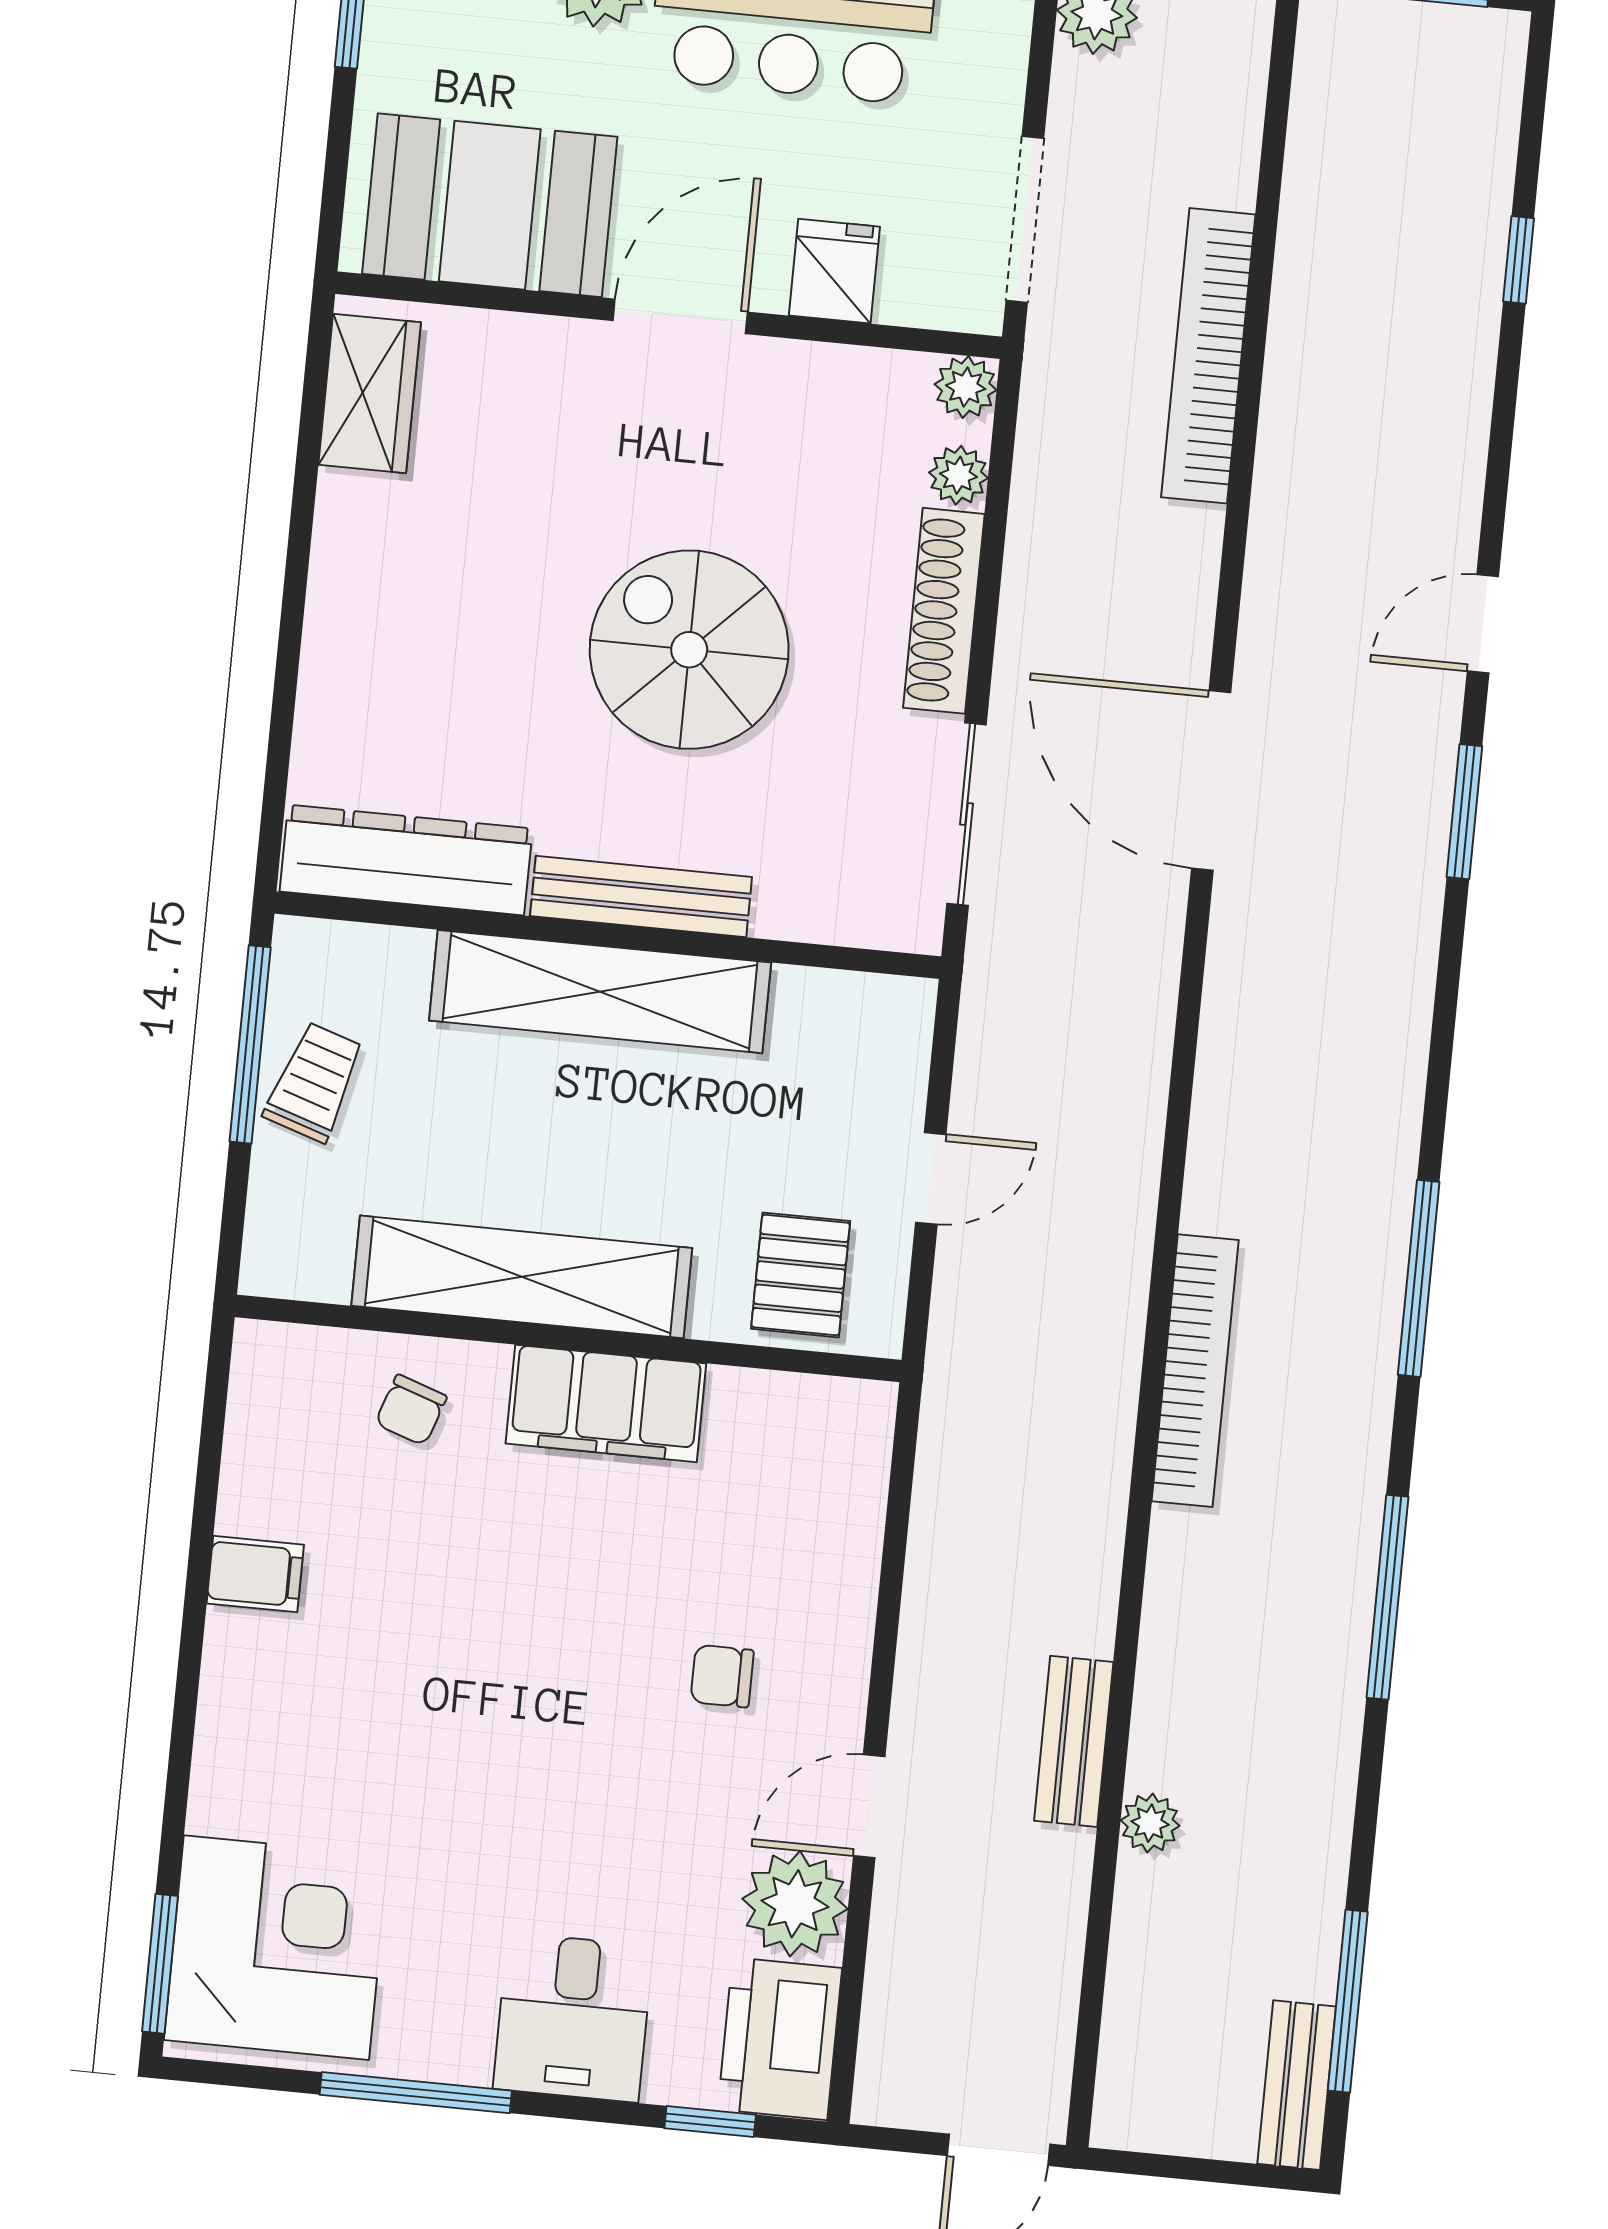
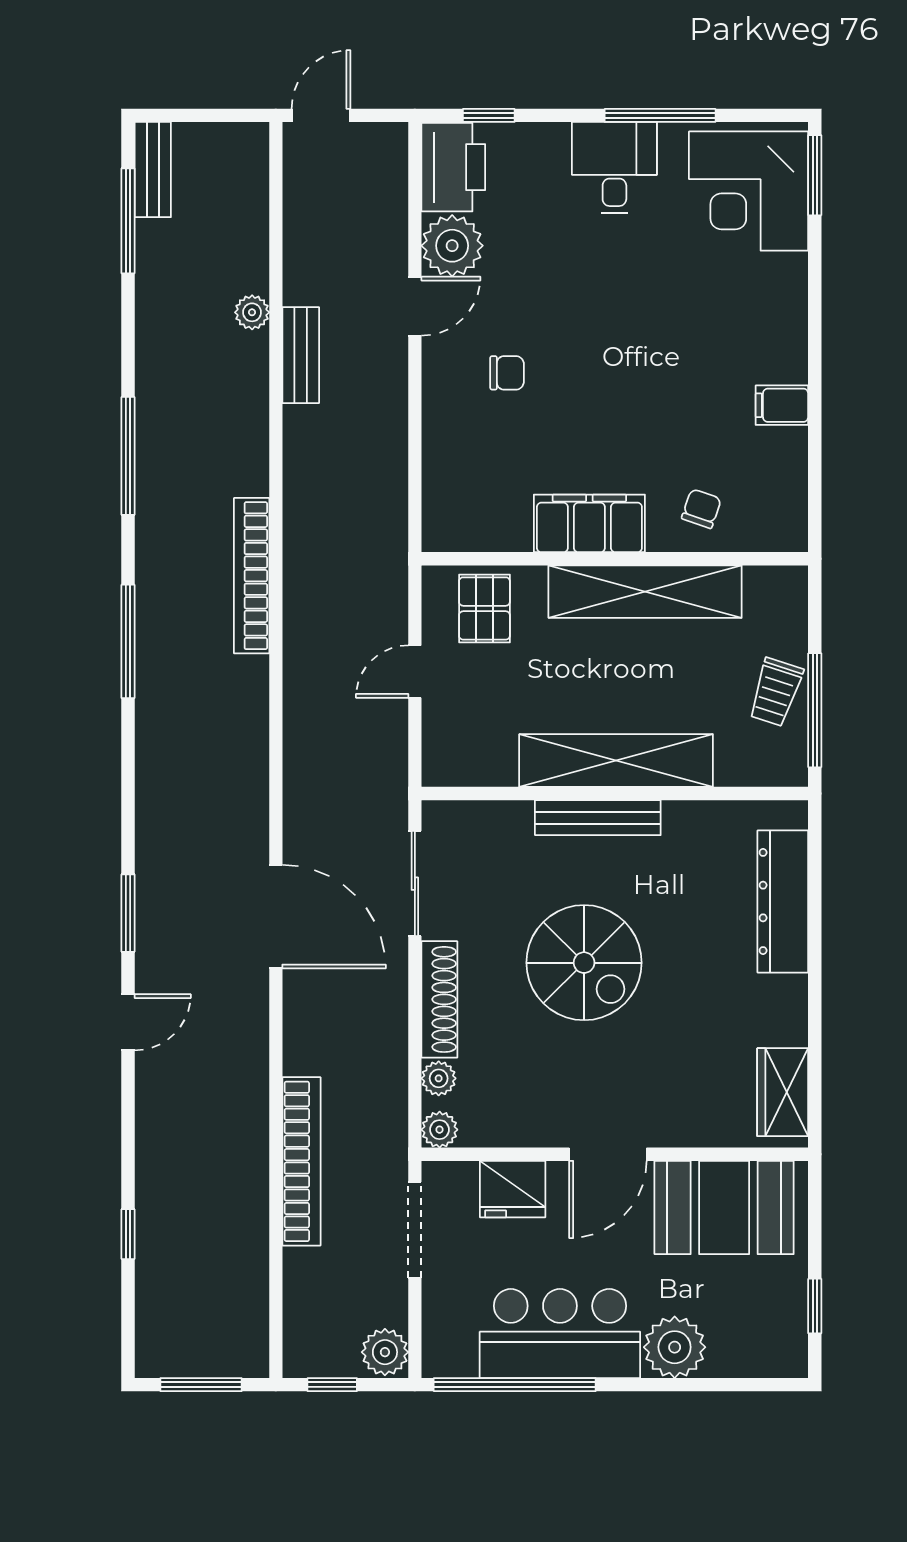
fridge: (834, 271) -> (513, 1189), width x1.38
dresser: (406, 860) -> (783, 901), moved, turned 90
desk: (573, 2017) -> (614, 168), moved

